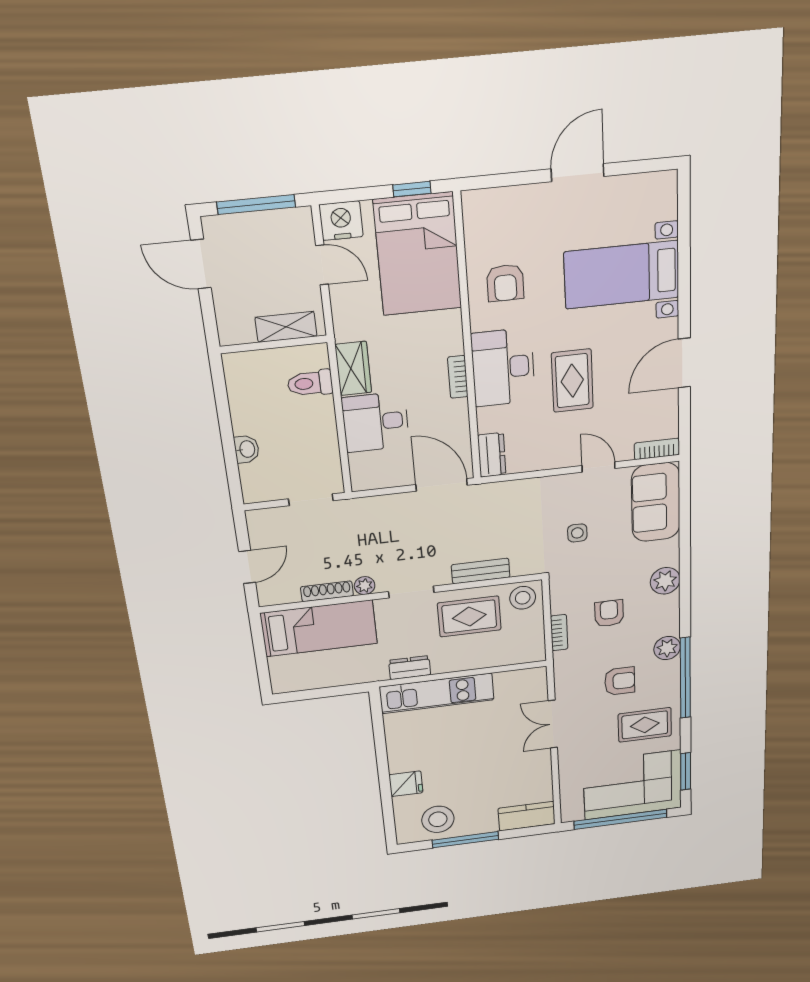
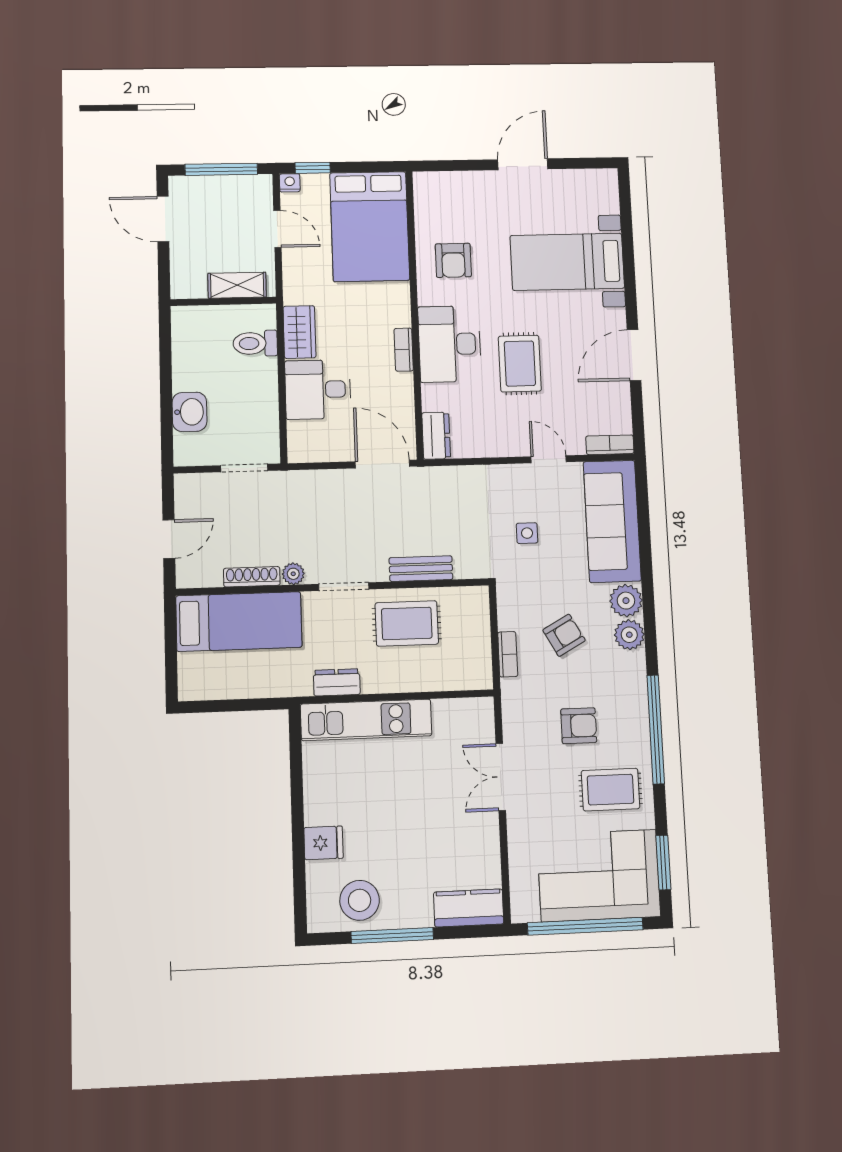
window: (412, 189) -> (313, 168), moved
nightstand: (341, 221) -> (290, 183), width x0.53, depth x0.56
washbasin: (247, 449) -> (189, 412), width x1.38, depth x1.45
sofa: (656, 502) -> (612, 521), width x1.36
stool: (523, 598) -> (467, 606), removed
armchair: (609, 613) -> (564, 635), turned 61
plant: (667, 648) -> (629, 635), moved

